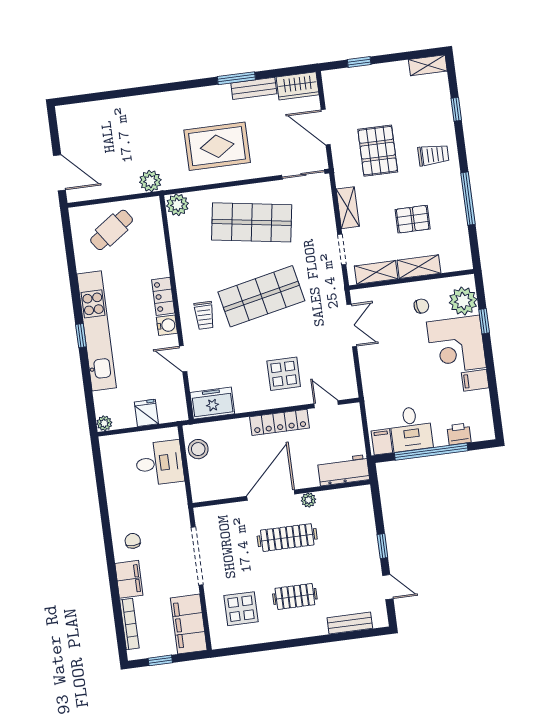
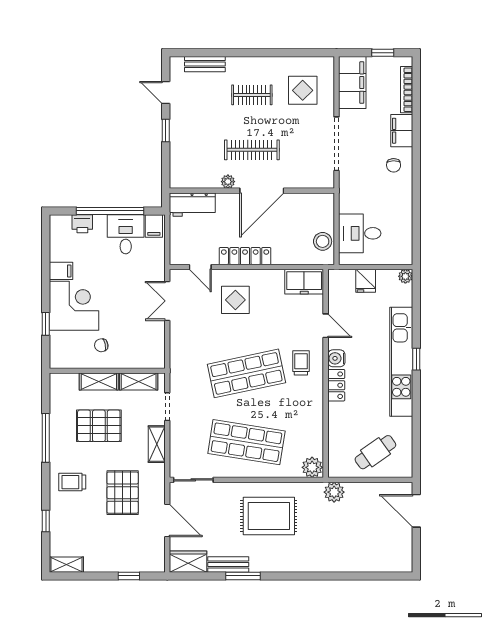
pallet: (413, 219) -> (99, 426), width x1.50, depth x1.42
plant: (463, 301) -> (63, 345), removed
double door: (352, 325) -> (167, 301), moved

